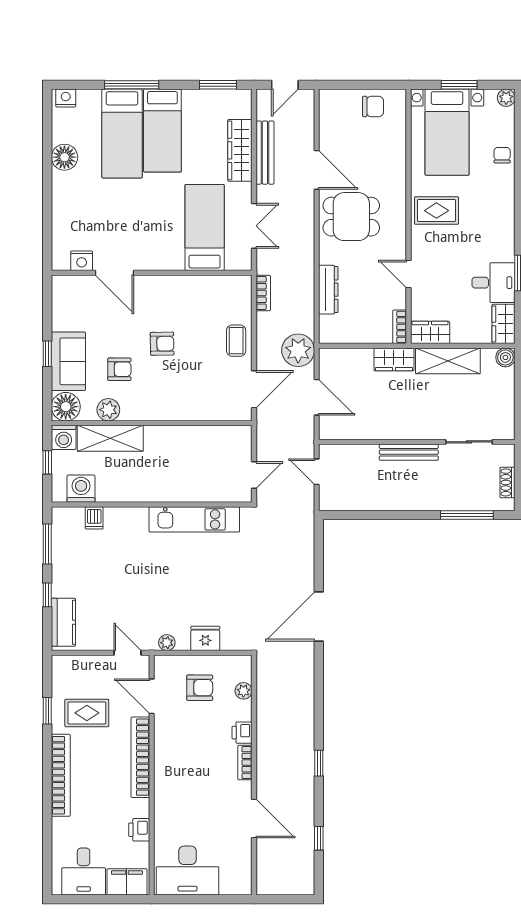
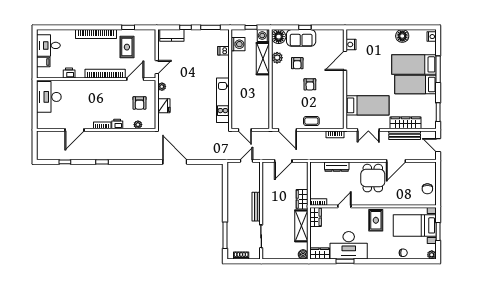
desk: (493, 283) -> (349, 245), width x1.87, depth x1.30
plant: (298, 350) -> (307, 152), removed
filing cabinet: (127, 882) -> (43, 62), width x0.50

